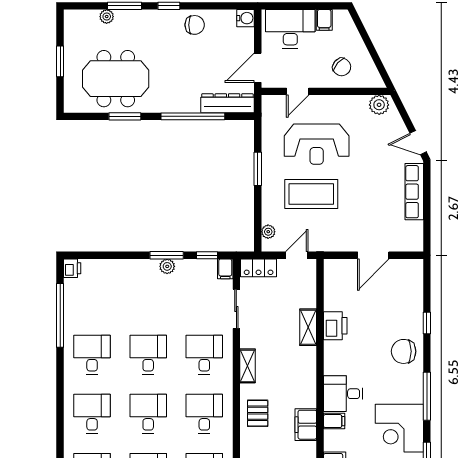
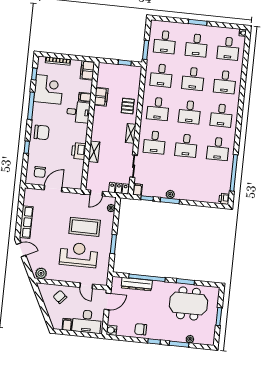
door: (298, 91) -> (86, 286), swing flipped
dresser: (227, 103) -> (137, 284), moved
chair: (400, 282) -> (40, 172), added

